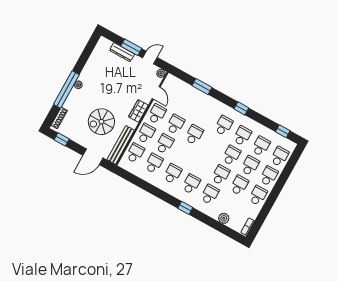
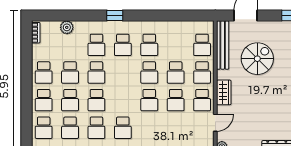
door: (156, 93) -> (215, 123), swing flipped
school desk: (154, 163) -> (149, 73), moved

